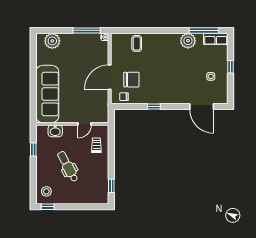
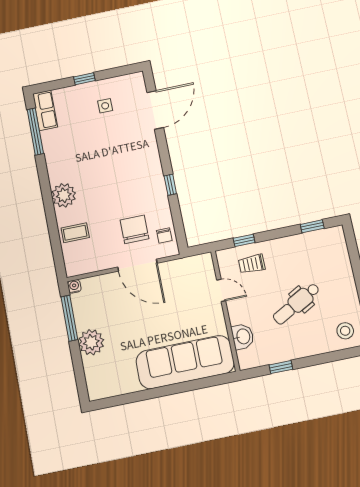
plant: (52, 41) -> (91, 342), moved
plant: (188, 41) -> (64, 195), moved
window: (111, 144) -> (244, 240), added

